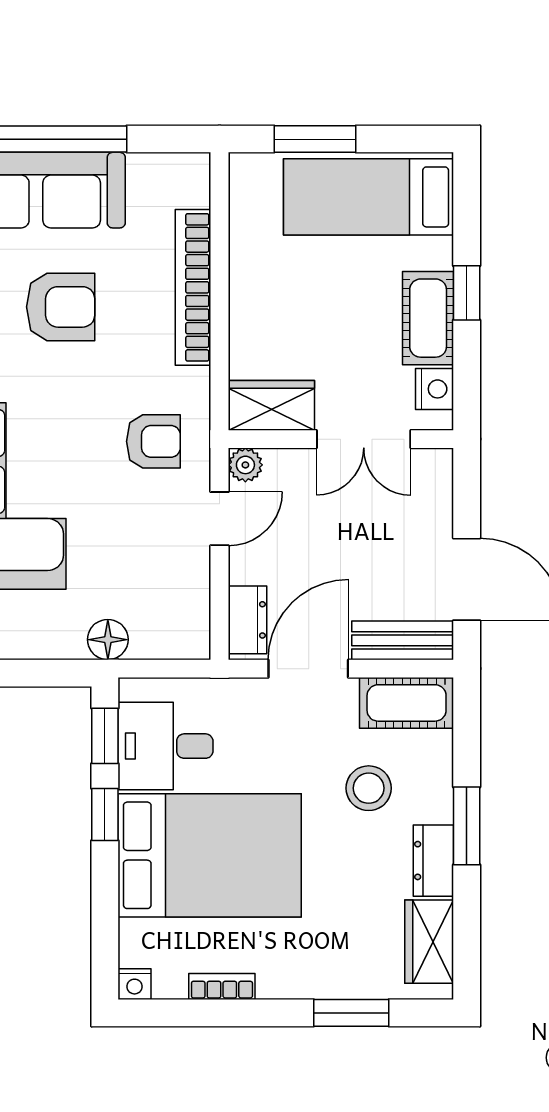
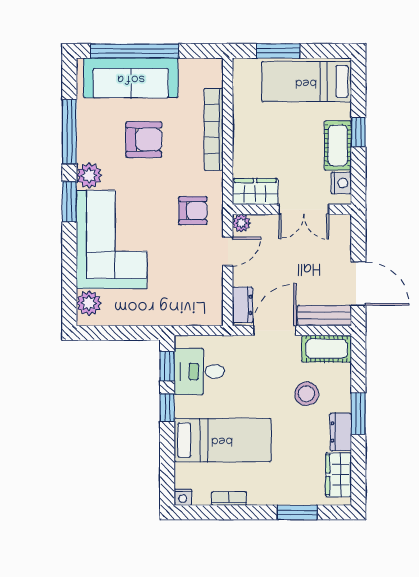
floor lamp: (108, 640) -> (169, 315), removed
bed: (210, 855) -> (222, 440), width x0.67

